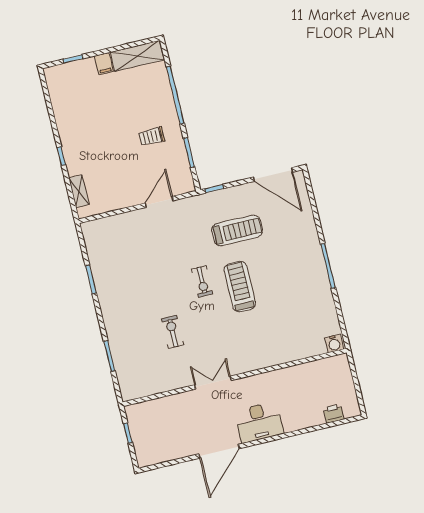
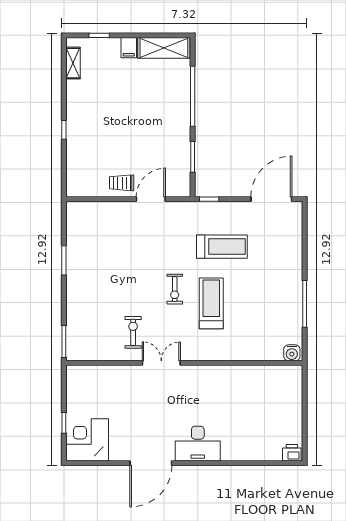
trolley: (152, 136) -> (122, 183), moved
door: (273, 175) -> (271, 199), swing flipped
shelving: (79, 191) -> (73, 63), moved
water cooler: (334, 344) -> (292, 353), moved
wall: (235, 377) -> (184, 363), moved
double door: (213, 383) -> (161, 363), moved
printer: (334, 414) -> (292, 453), moved
corner desk: (154, 444) -> (87, 440), added

